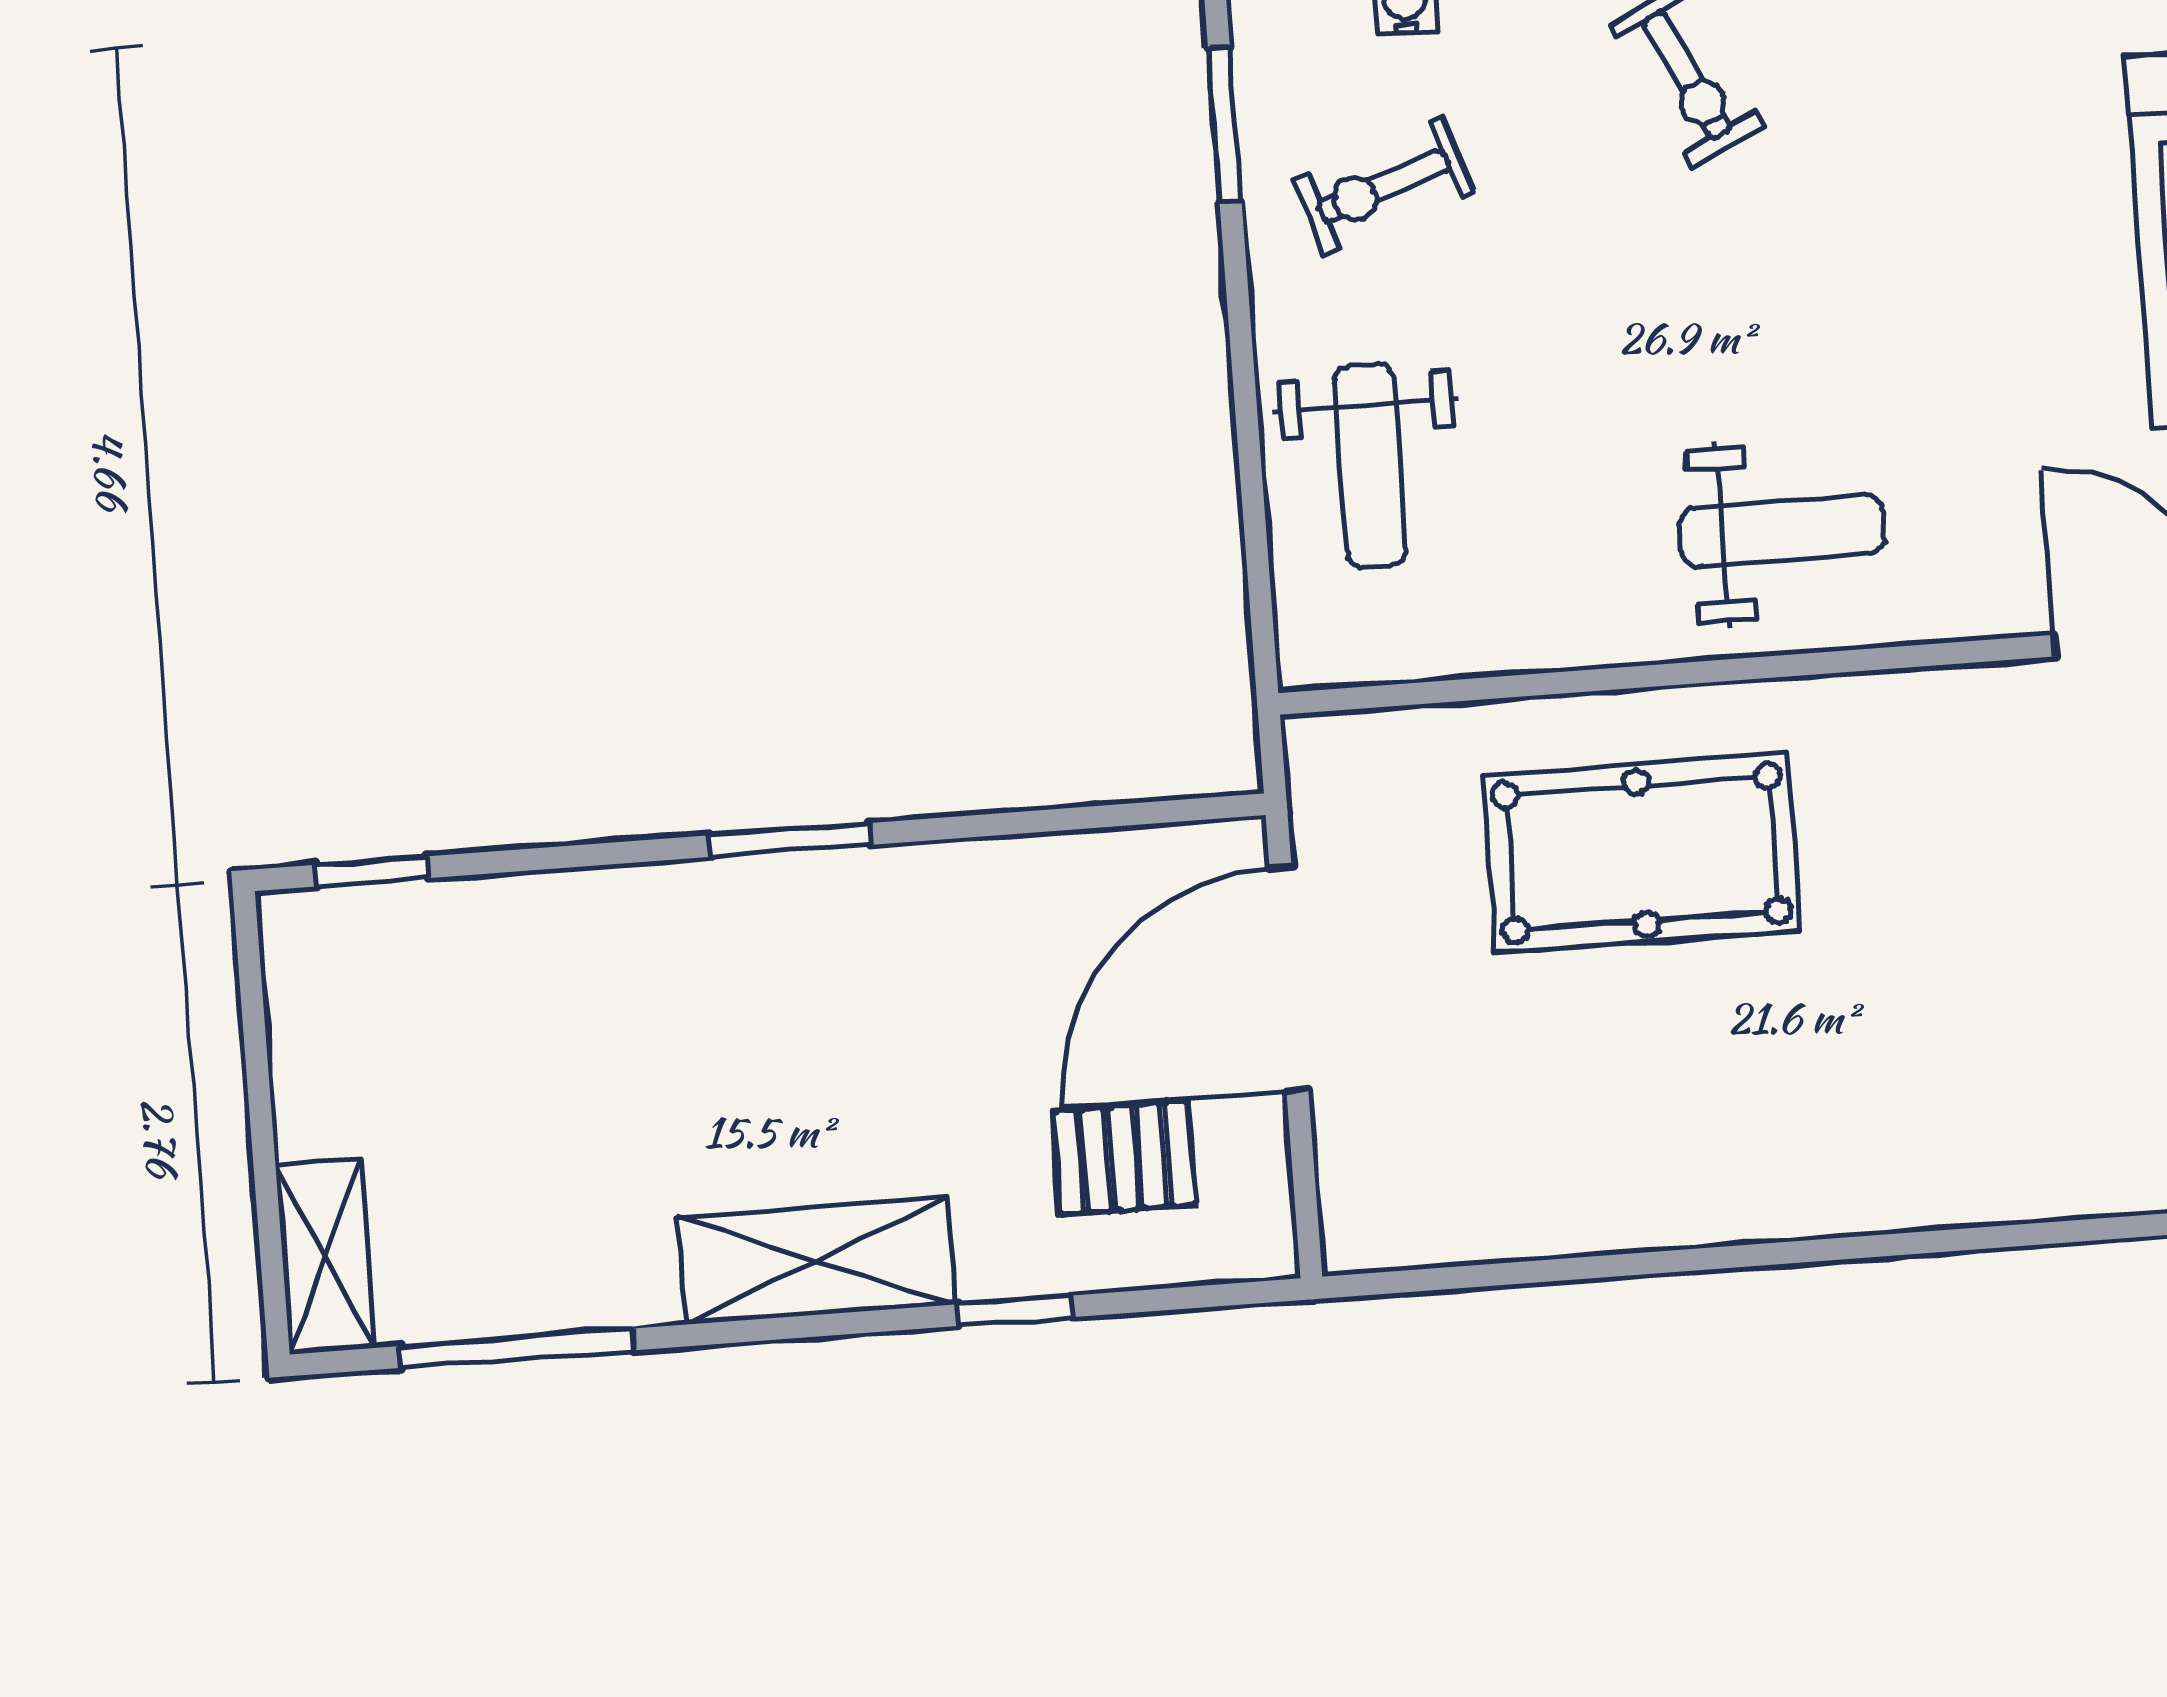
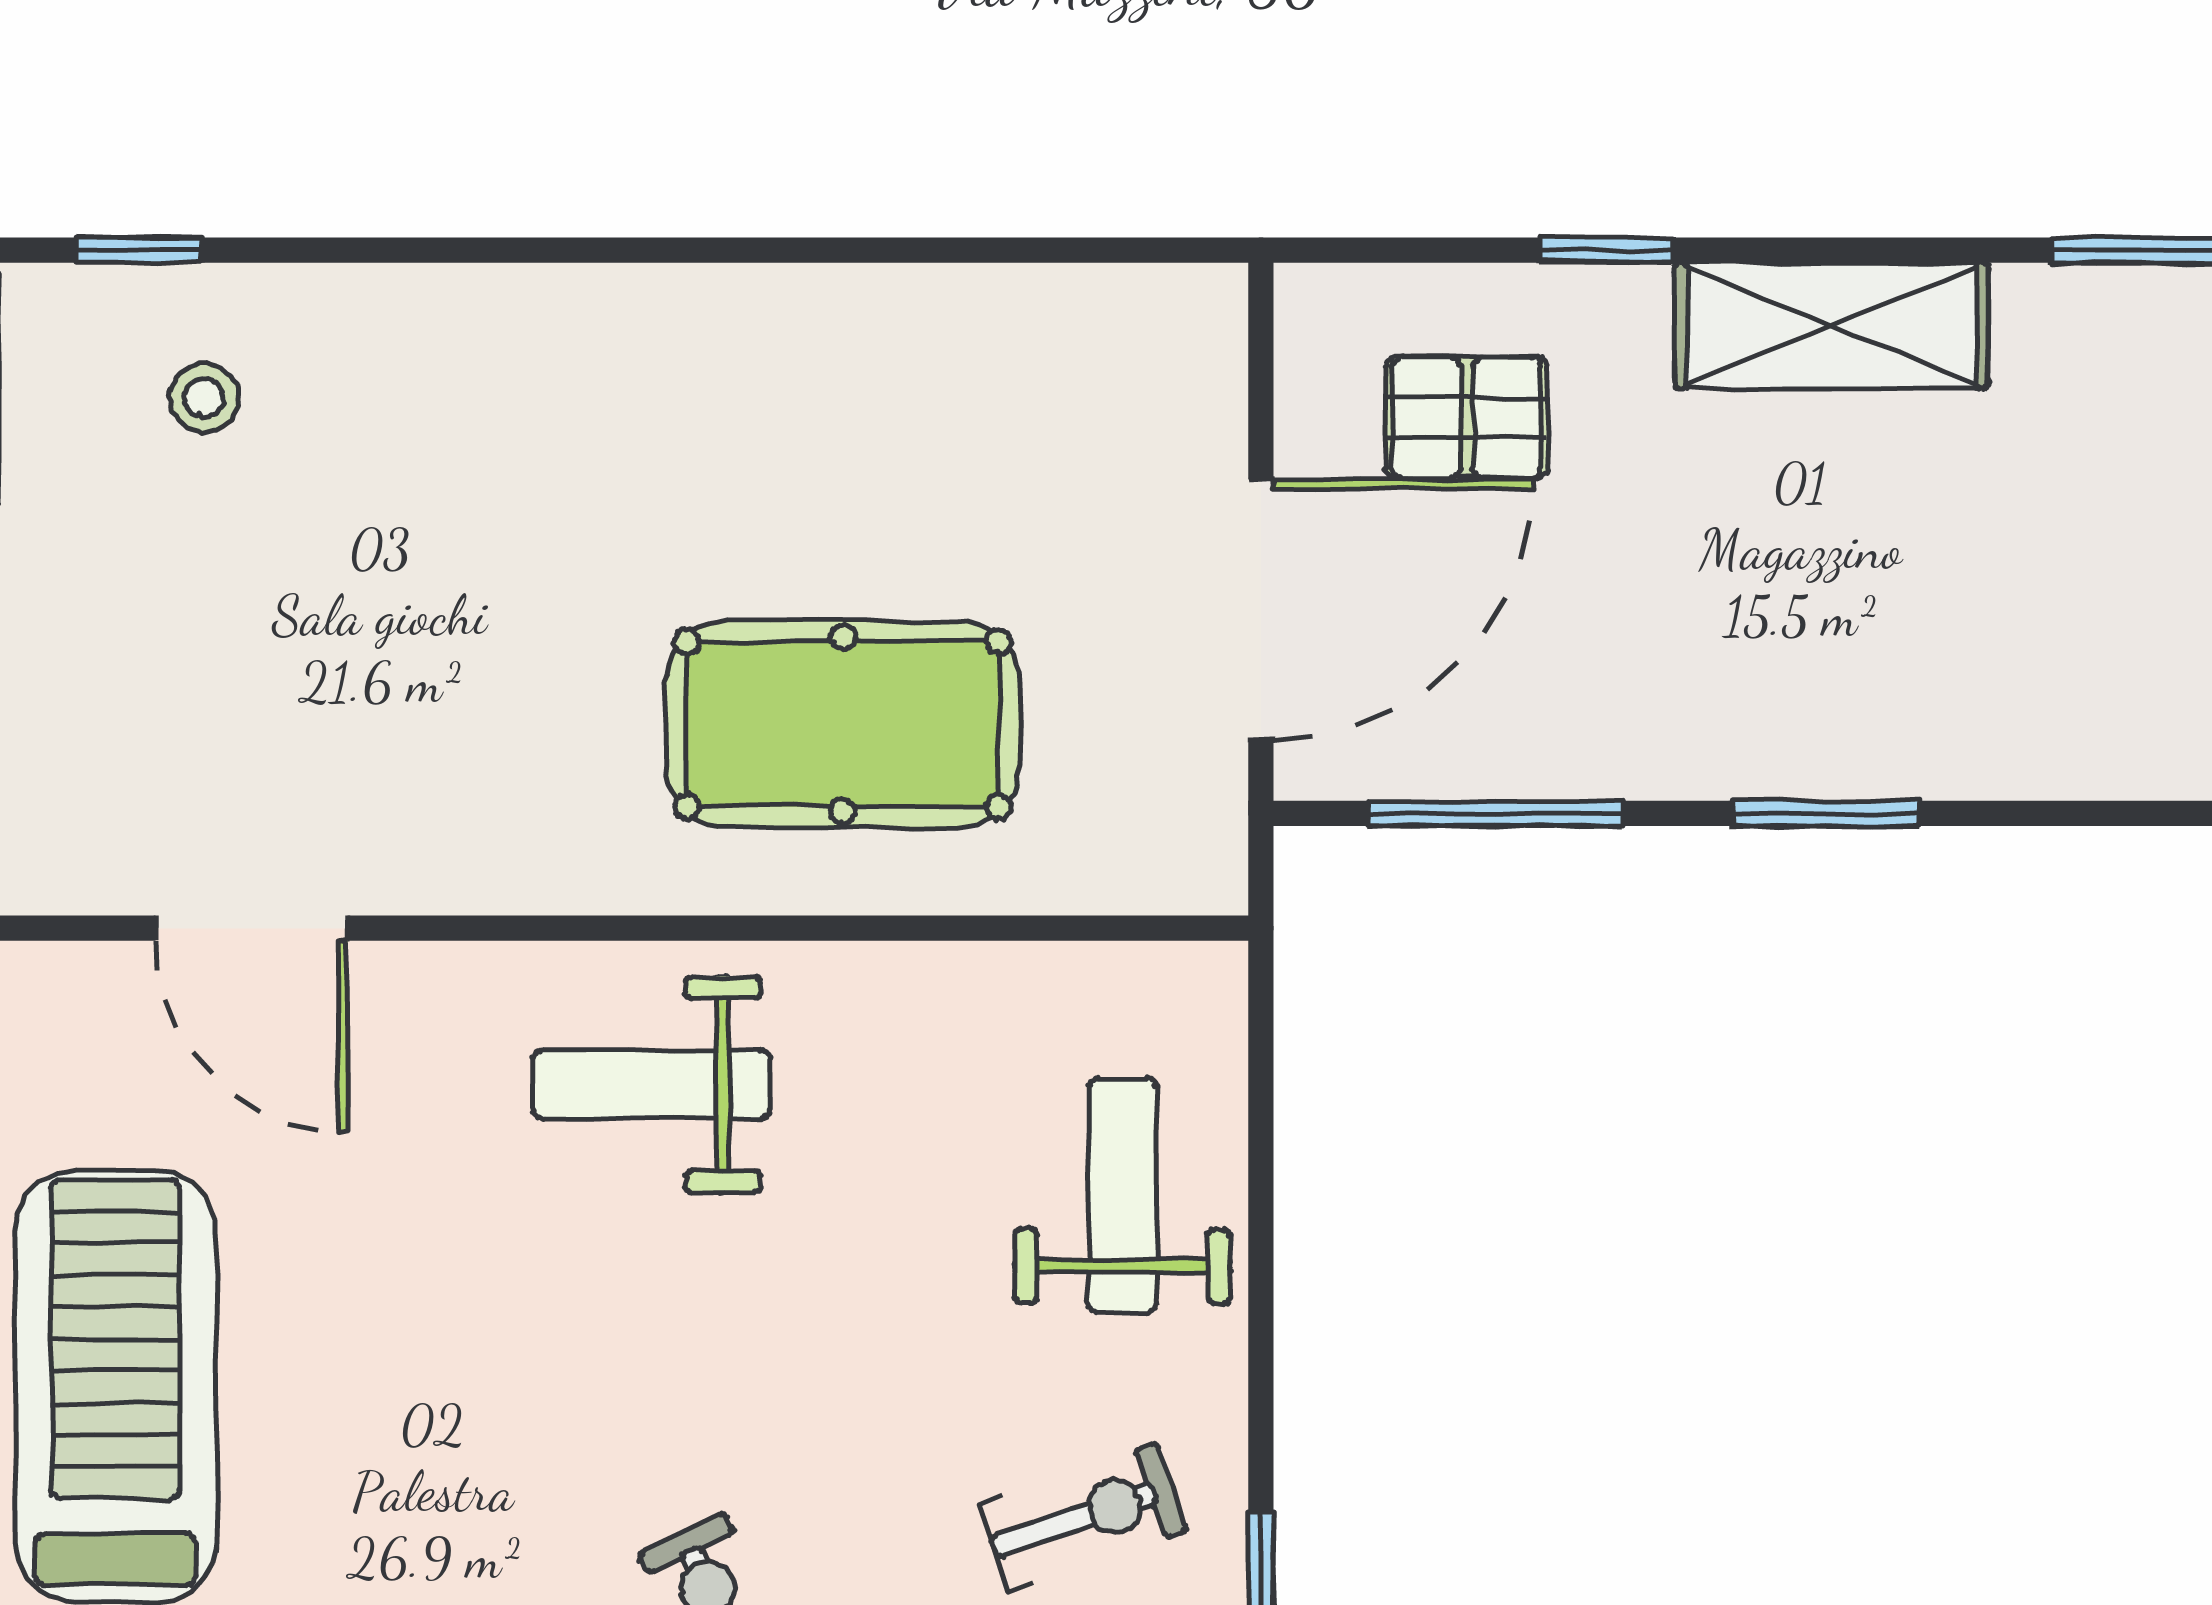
window: (1074, 819) -> (1496, 813), added

